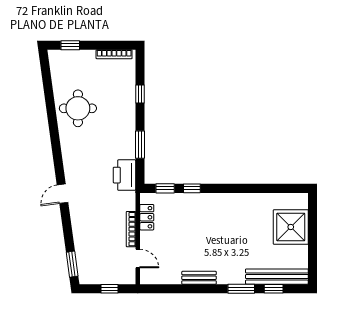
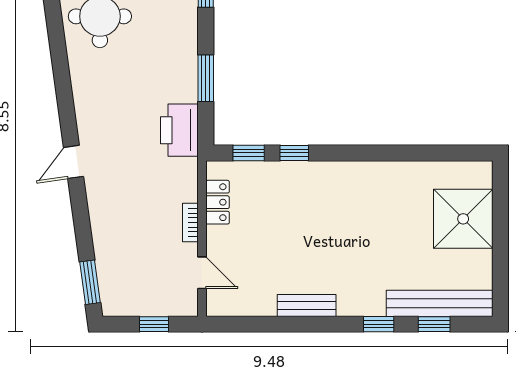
bookcase: (131, 229) -> (190, 222), width x0.64
window: (241, 289) -> (379, 324), width x0.67

